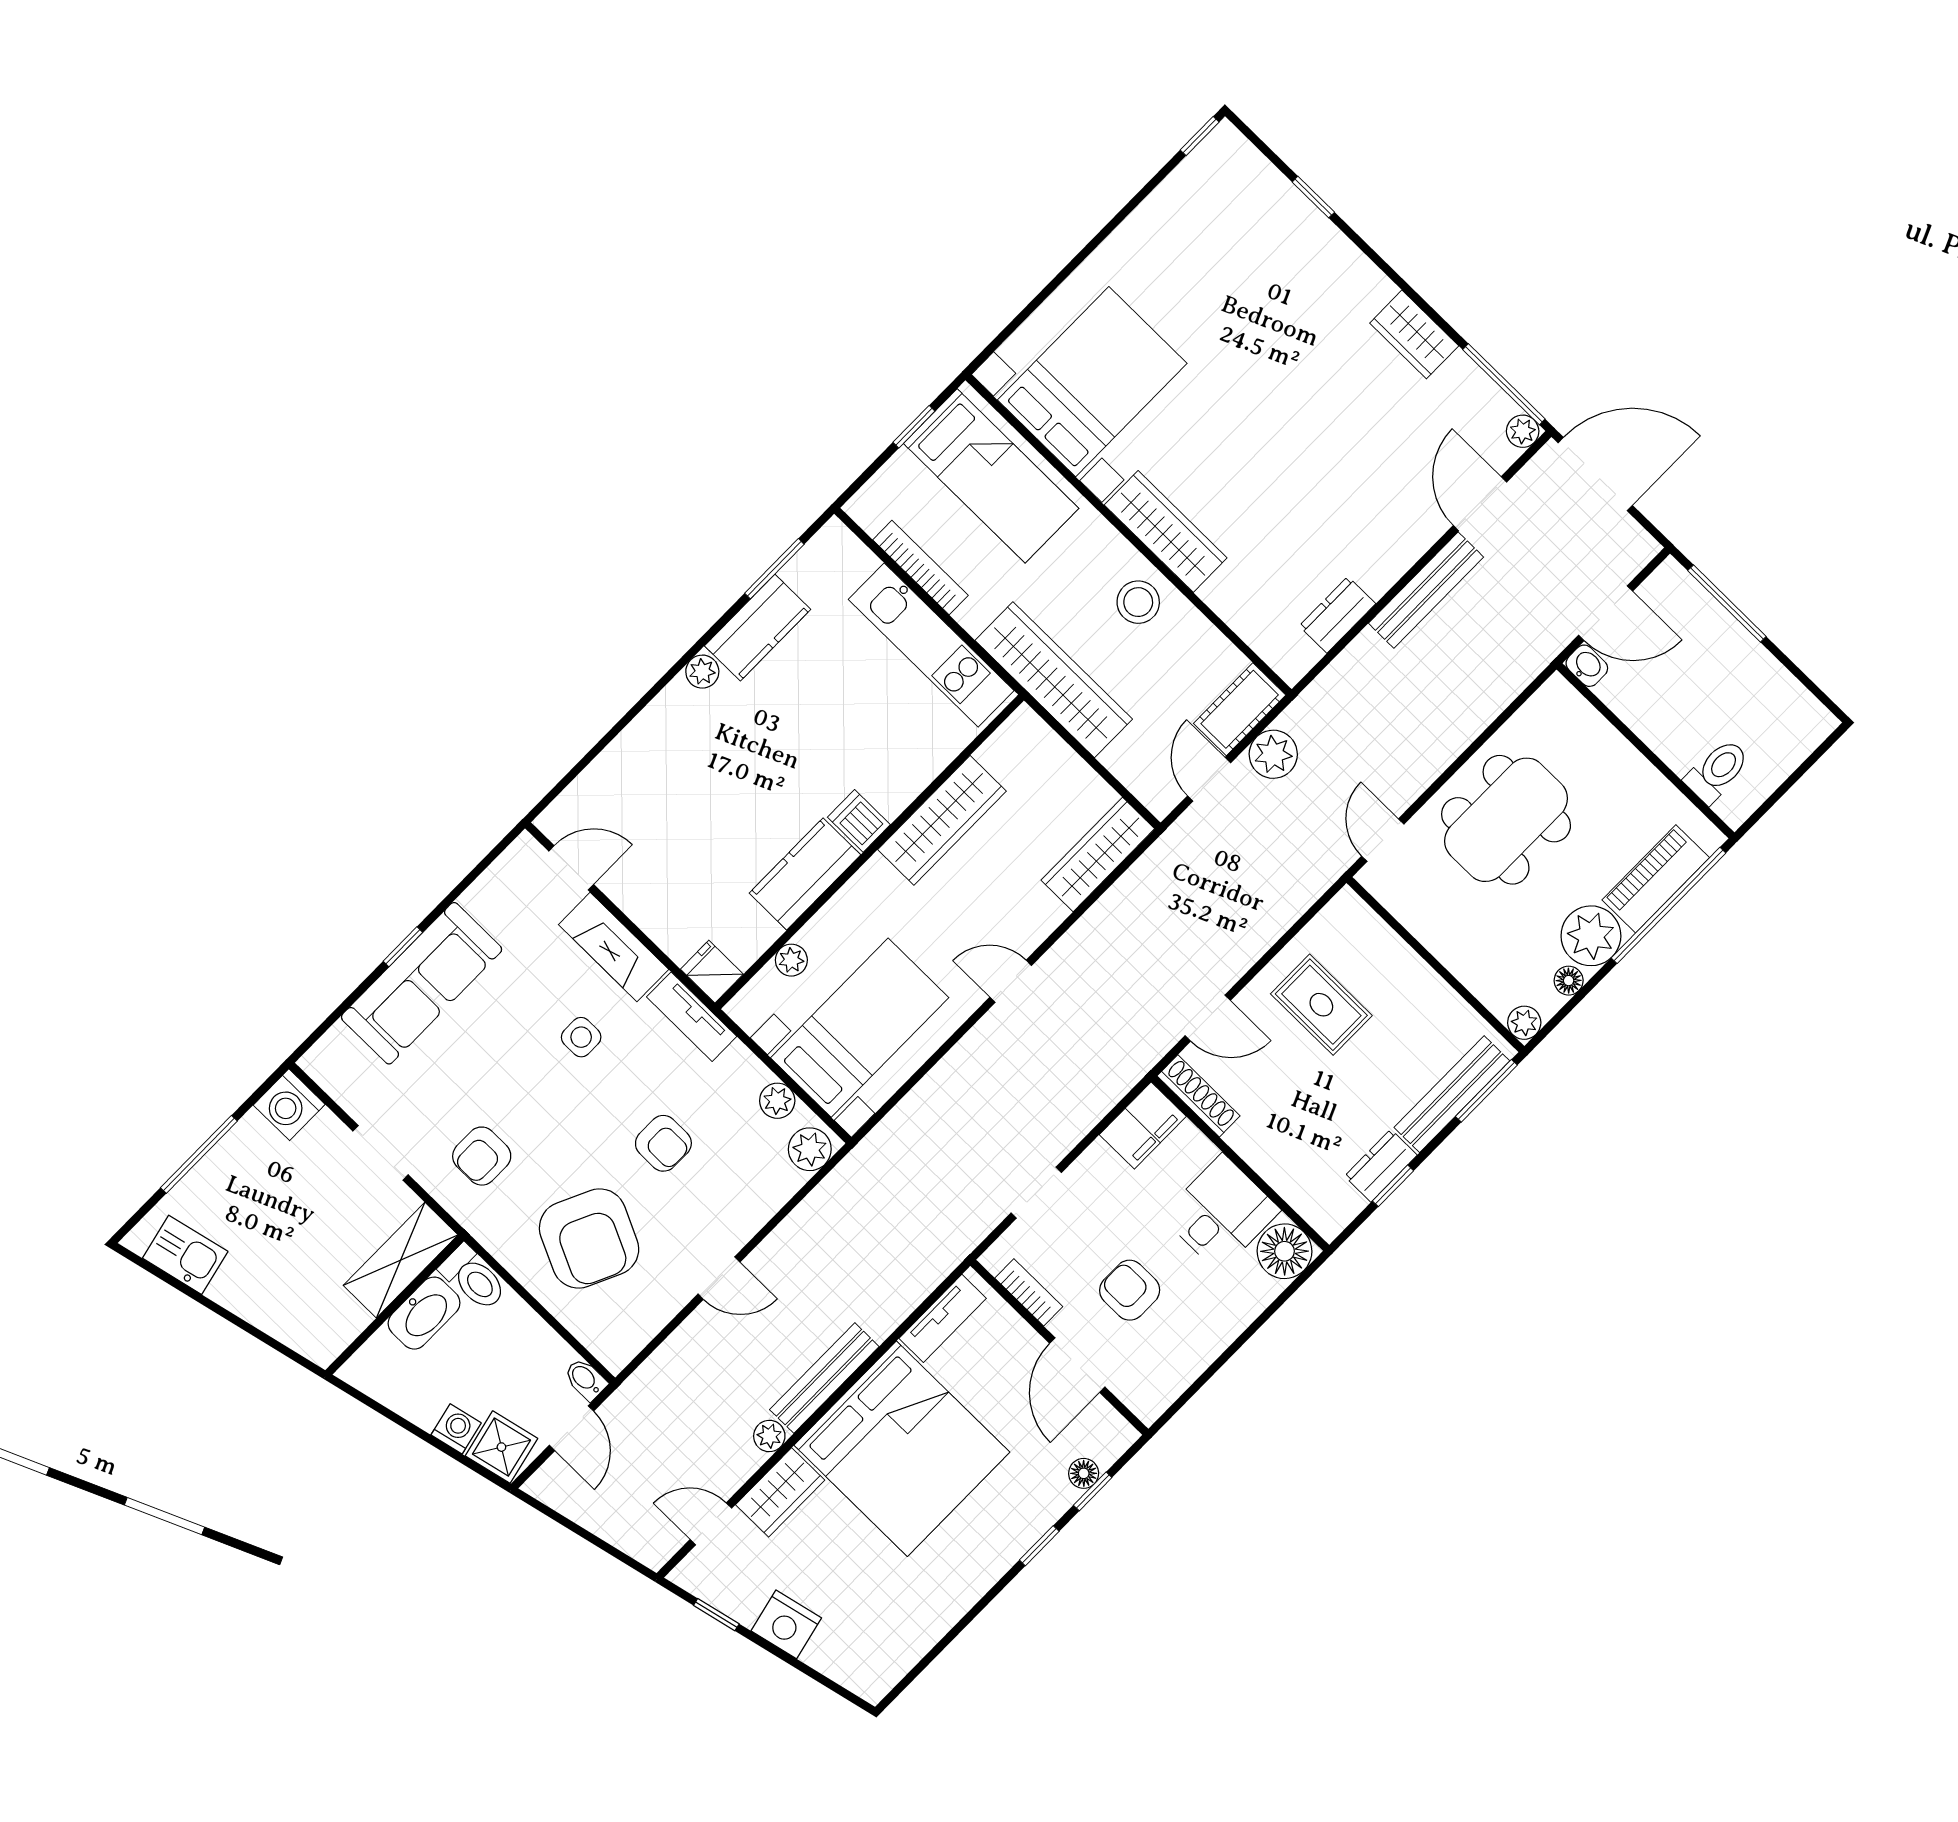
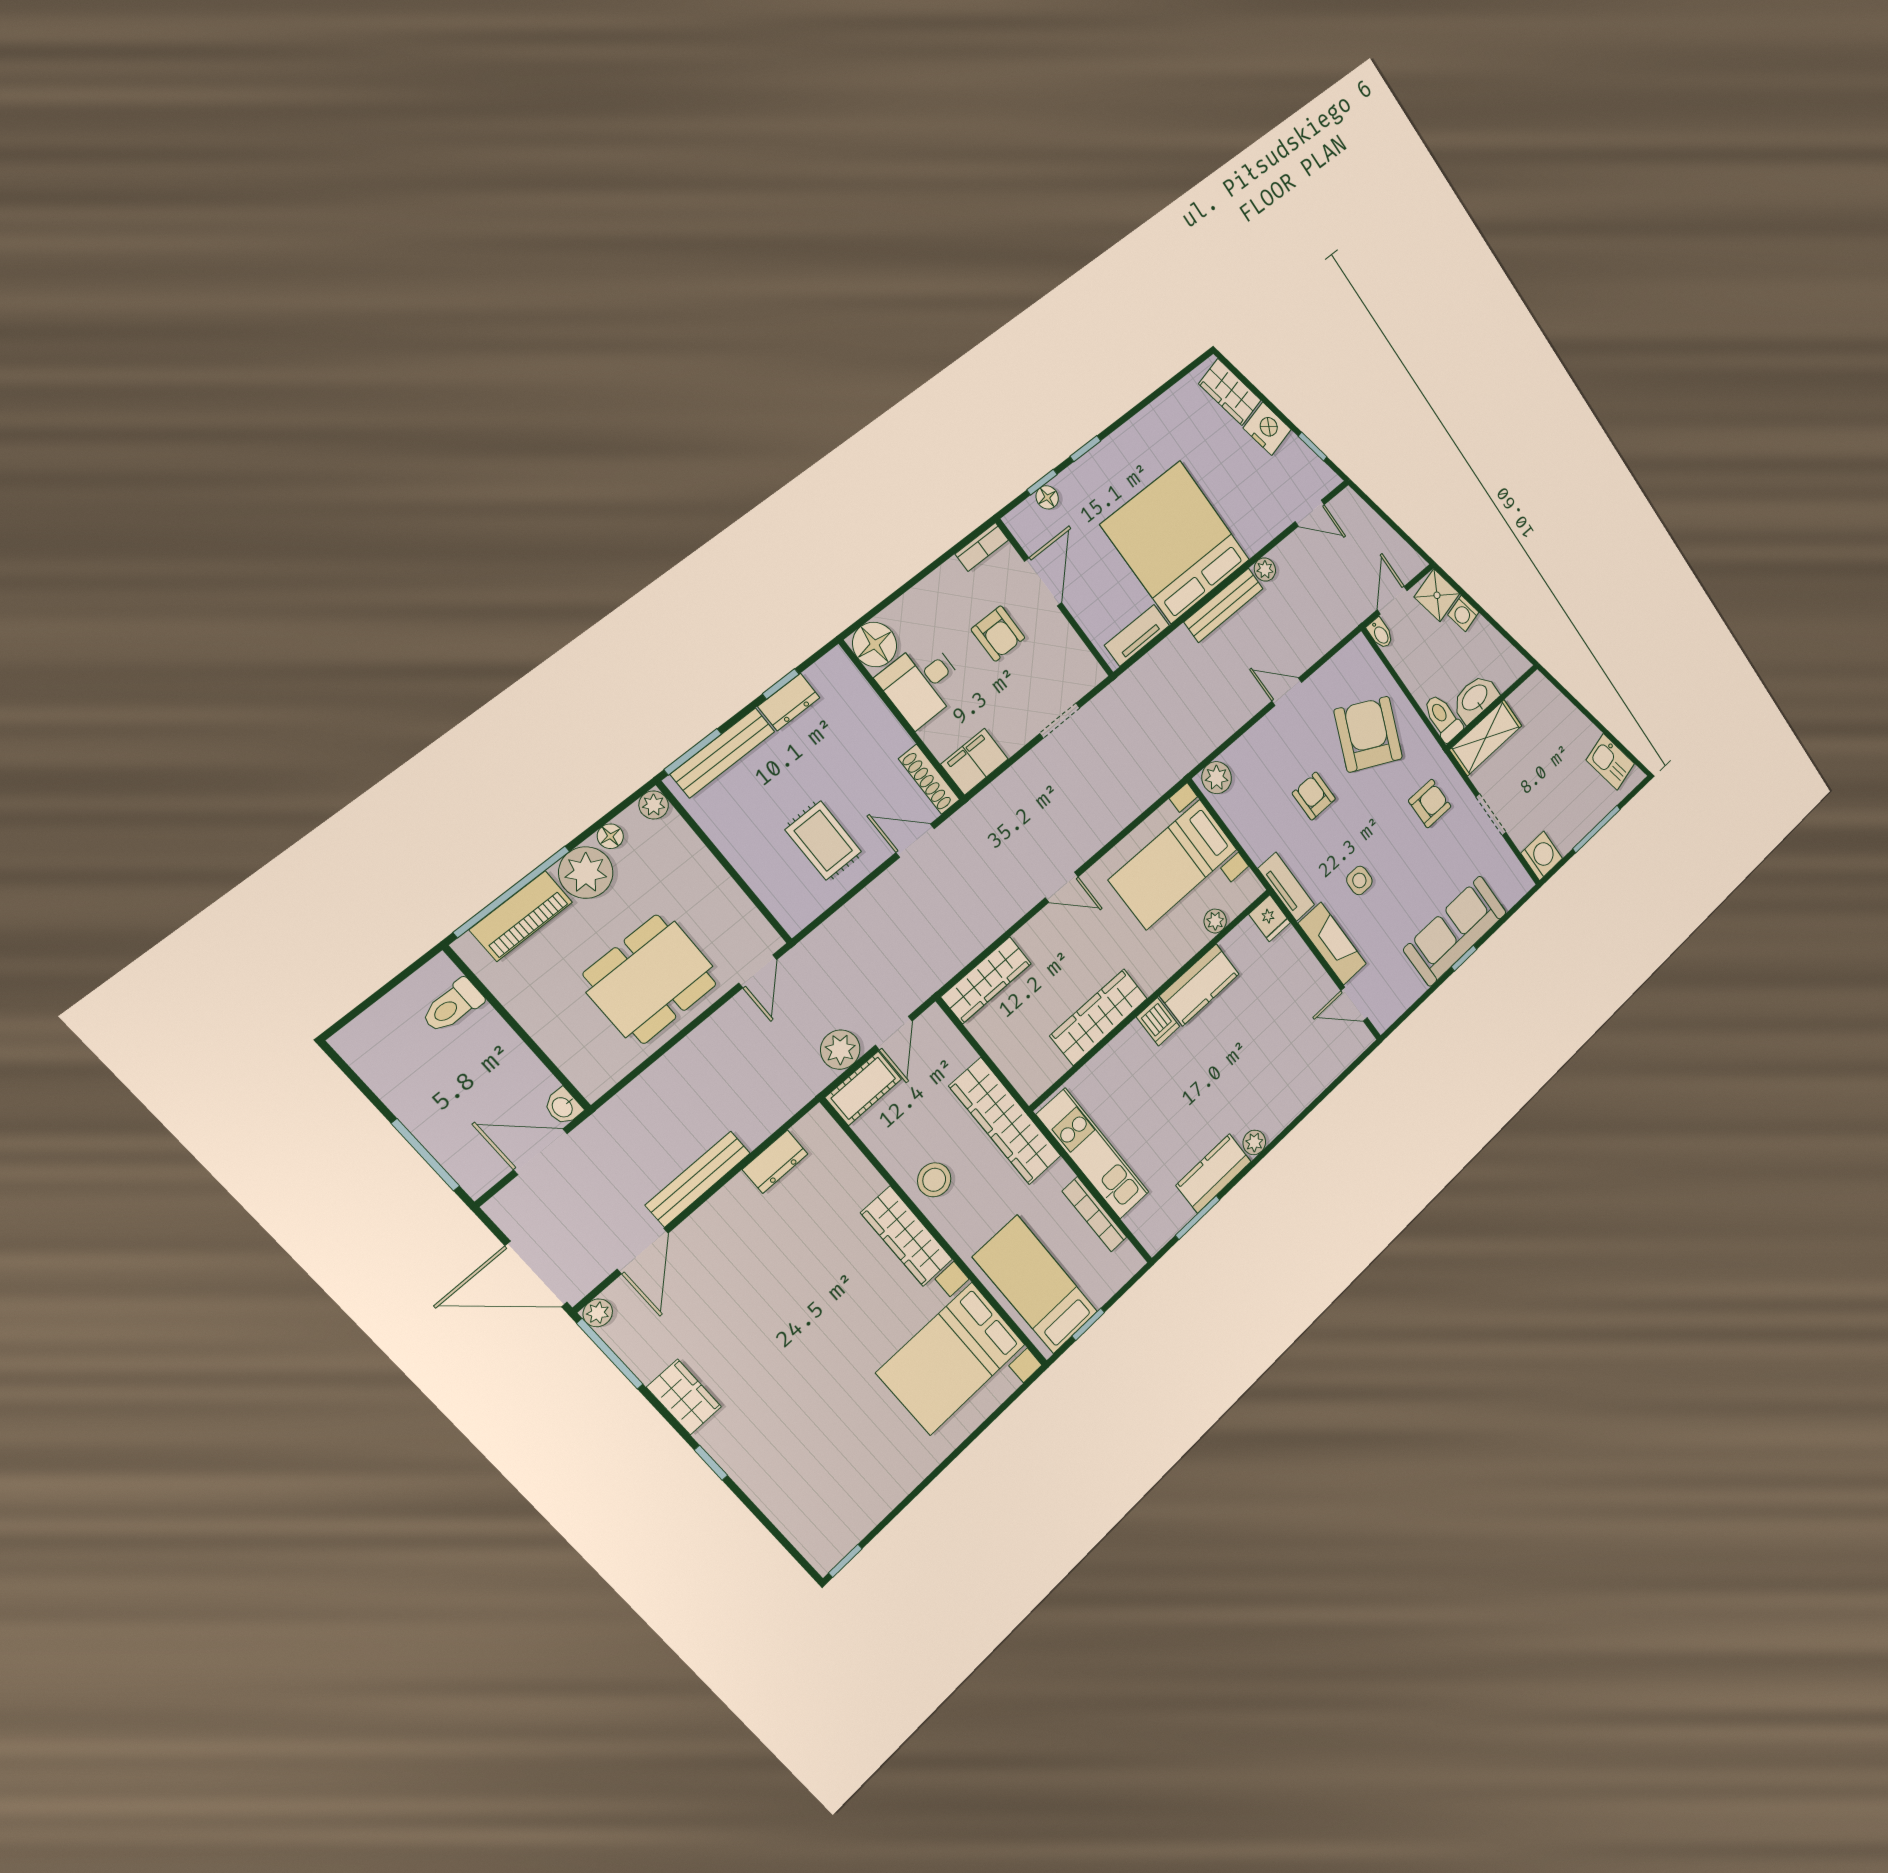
window: (1313, 197) -> (711, 1463), moved
plant: (777, 1101) -> (1235, 817), removed
bookcase: (1029, 1292) -> (982, 547), moved, turned -90
wardrobe: (780, 1492) -> (1230, 392), moved, turned -103

